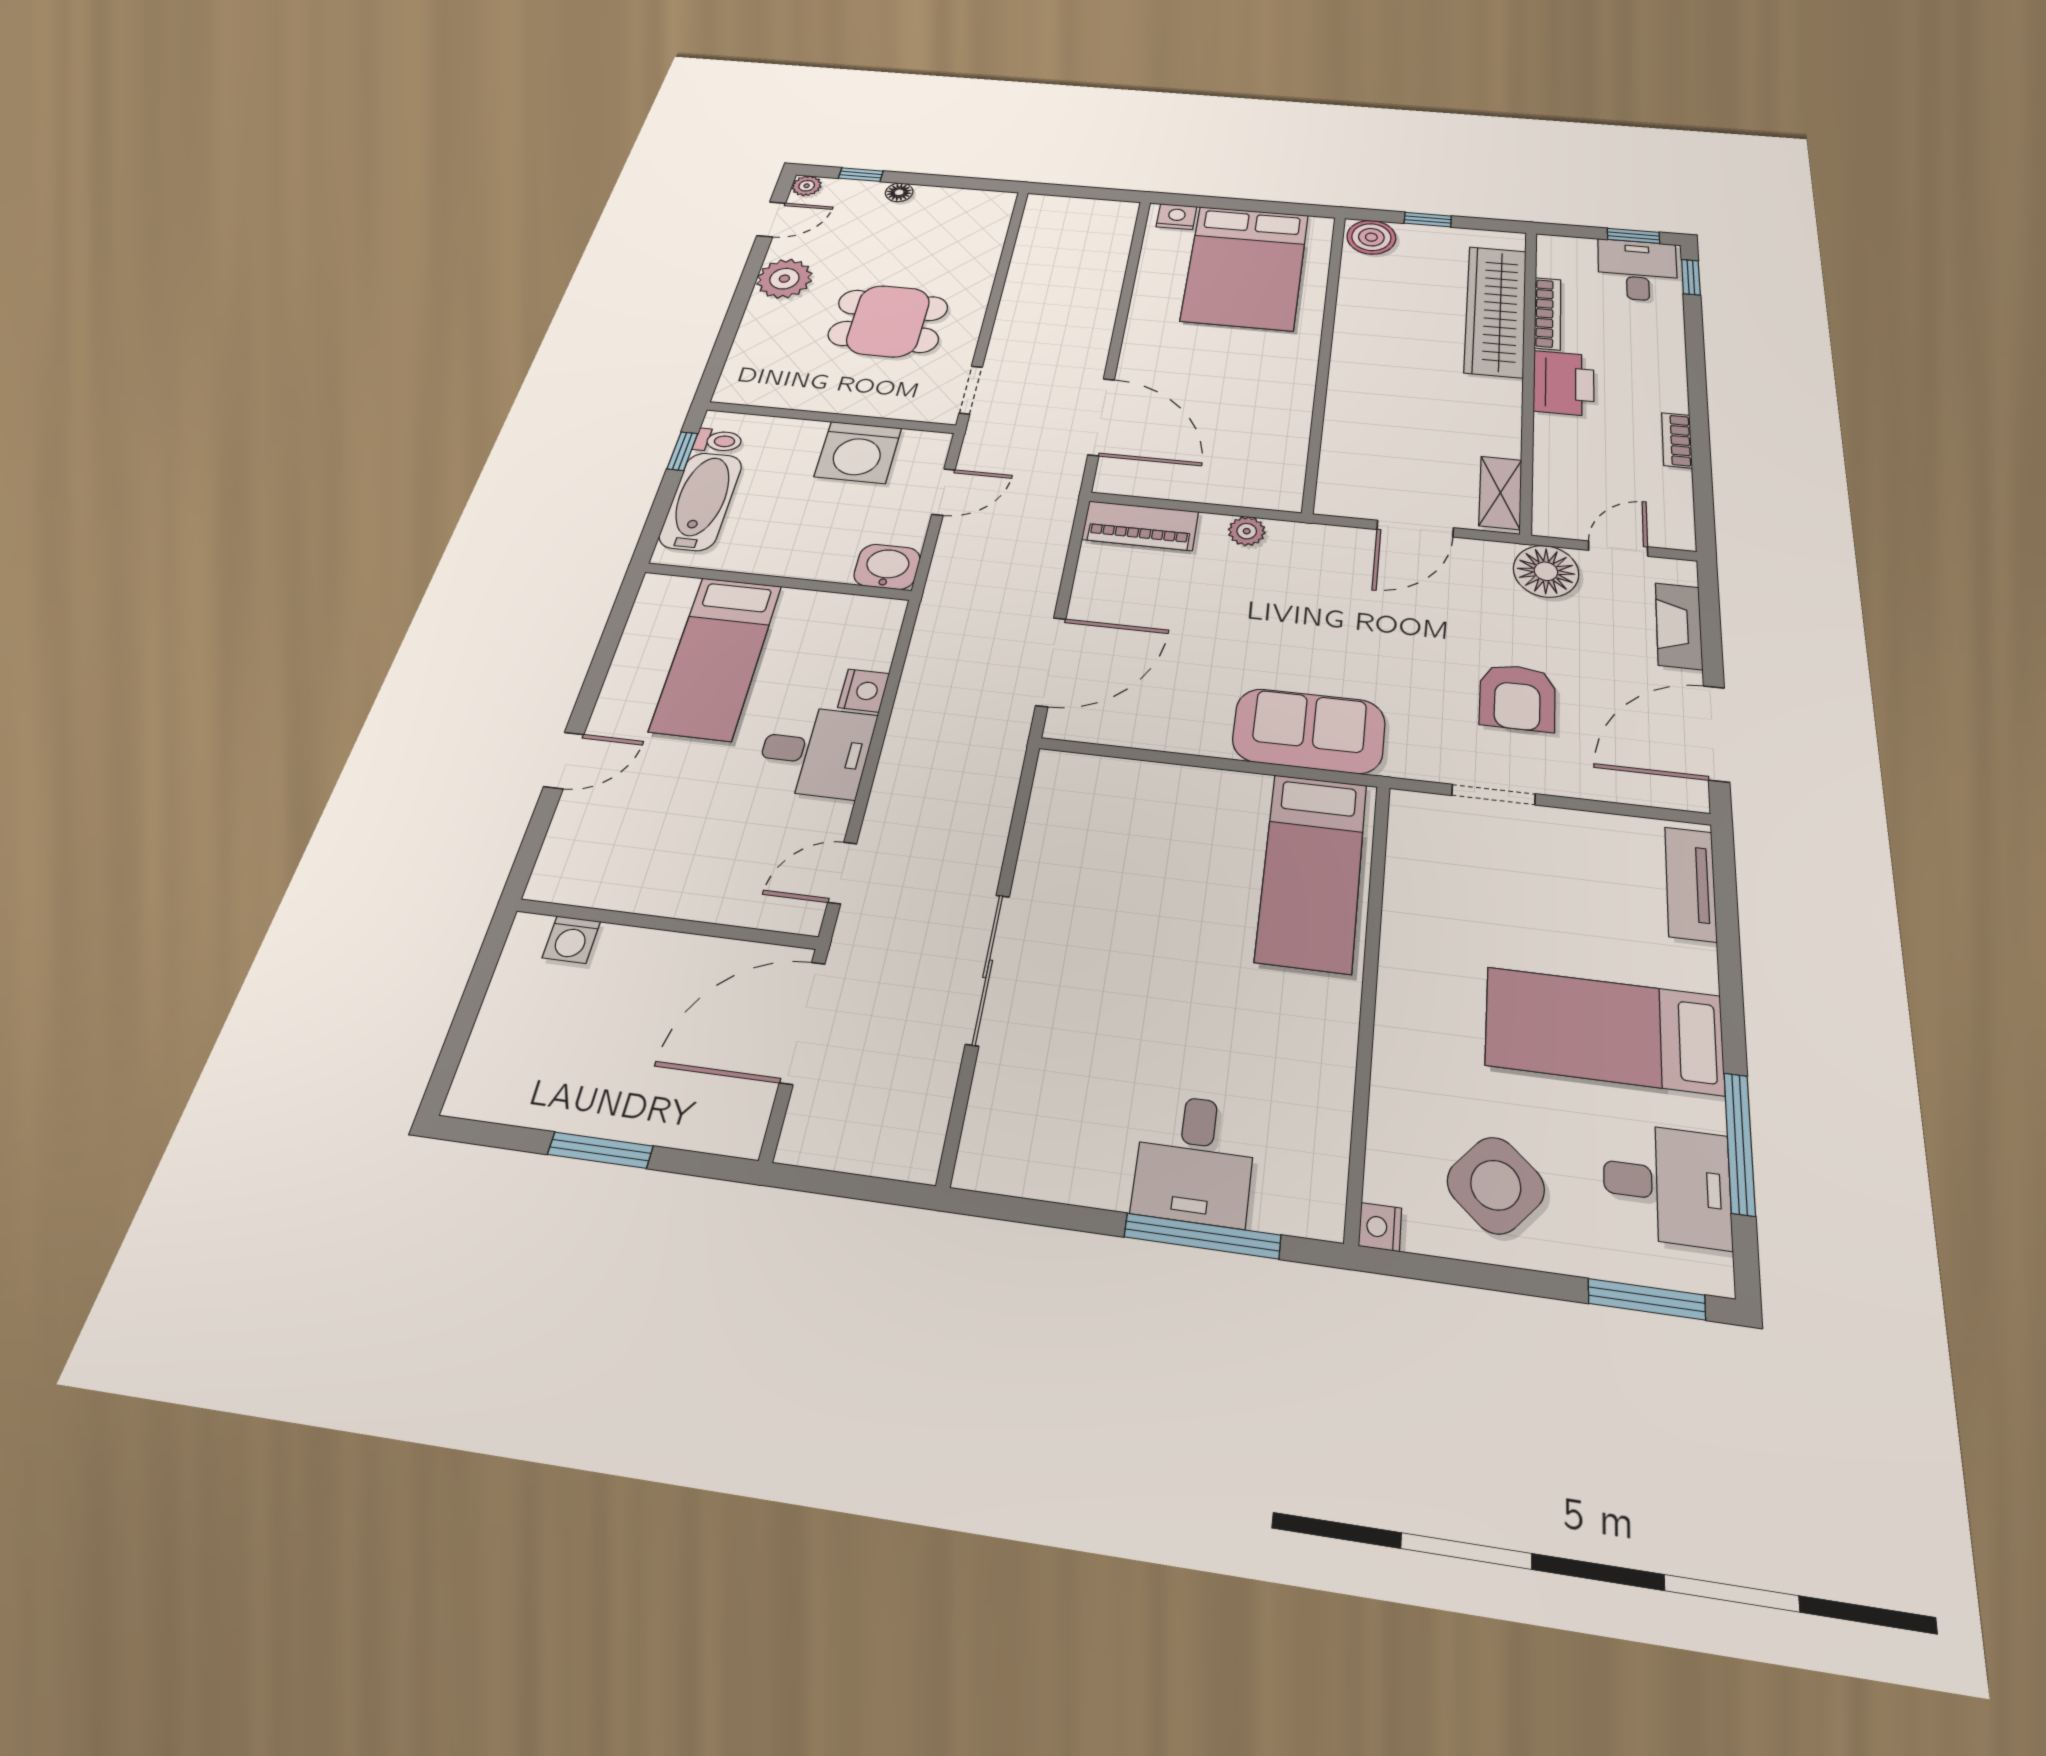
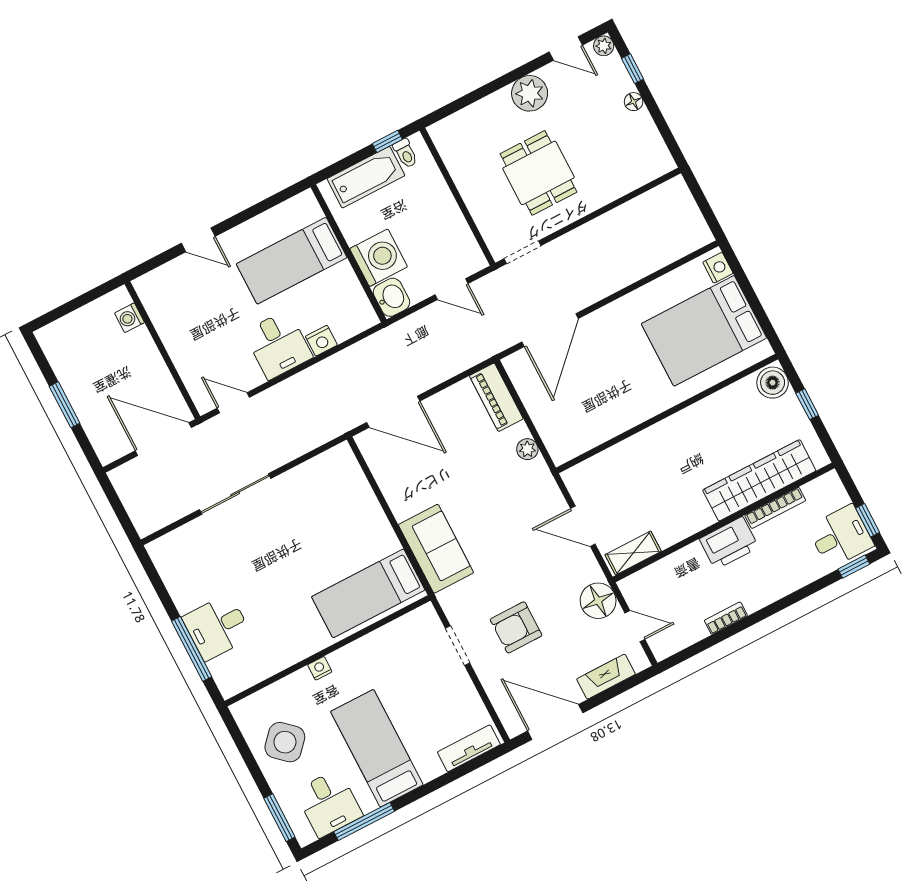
washing machine: (858, 452) -> (379, 258), moved, turned 180
nightstand: (1380, 1227) -> (320, 668), moved

